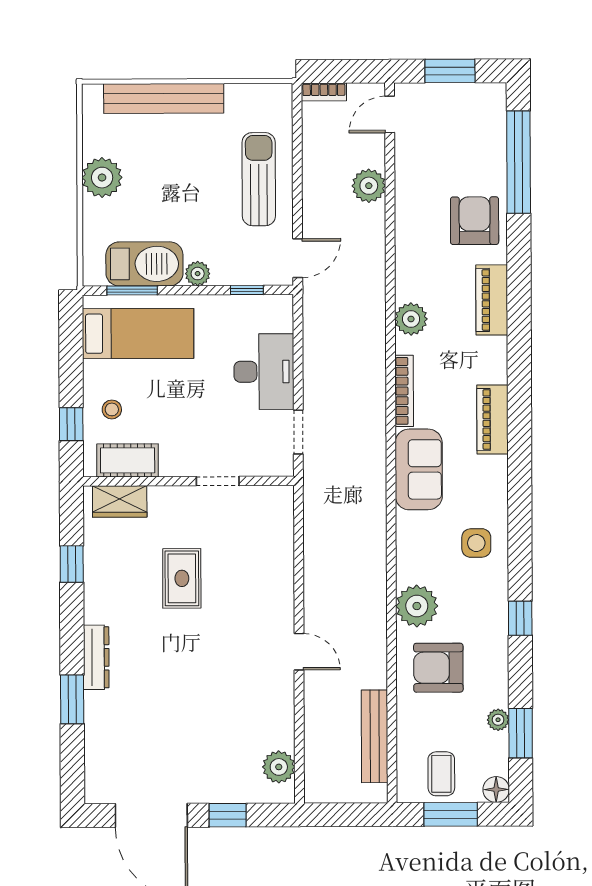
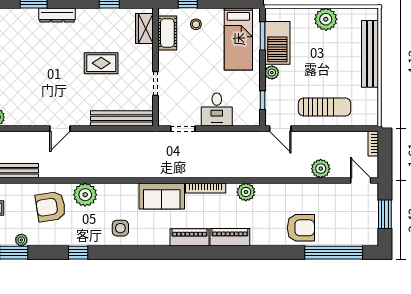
piano: (492, 300) -> (230, 237), moved
desk: (264, 372) -> (217, 109), width x0.73
bench: (280, 541) -> (122, 118), added
armchair: (438, 668) -> (51, 207), turned -99

